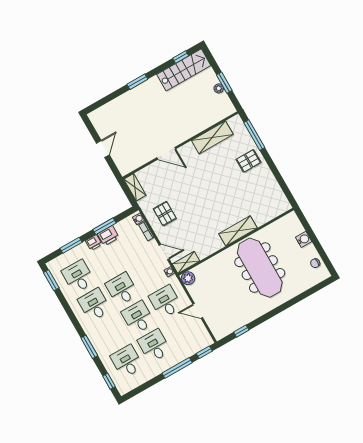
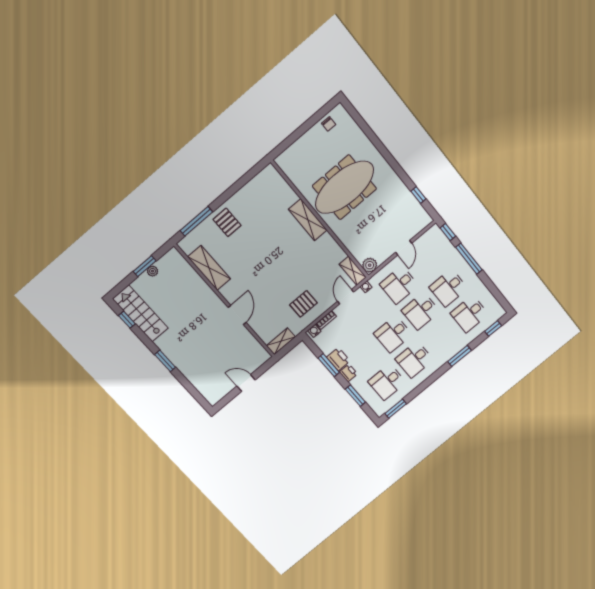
water cooler: (304, 239) -> (304, 142), removed

